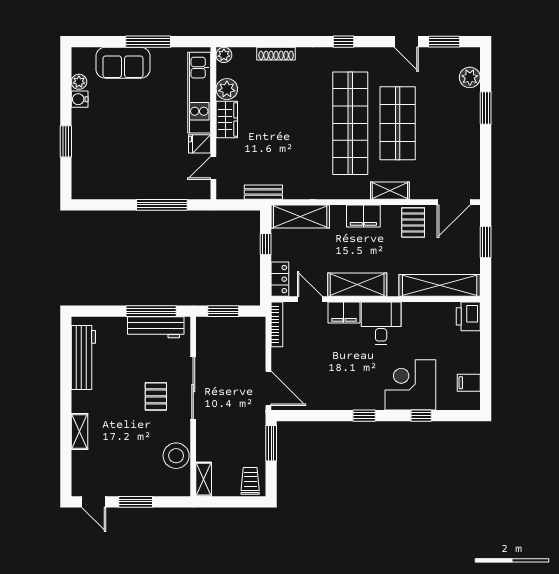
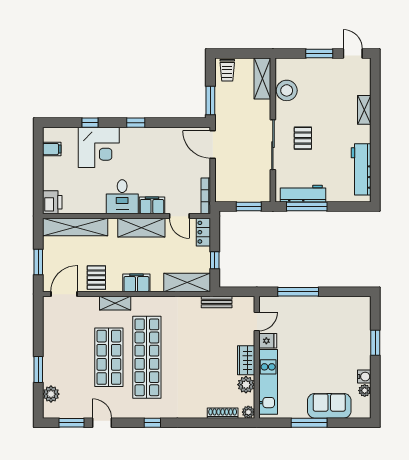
shoe rack: (276, 54) -> (223, 413), moved
shelving: (204, 479) -> (262, 78), width x1.50, depth x1.33

